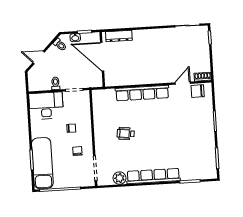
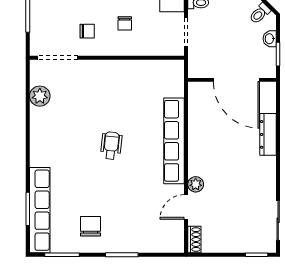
dresser: (119, 36) -> (268, 134), moved
door: (102, 57) -> (236, 80), swing flipped
plant: (168, 78) -> (196, 184), added
door: (183, 83) -> (186, 207), swing flipped
chair: (198, 91) -> (91, 226), moved
wheelchair: (126, 134) -> (111, 146), moved
row of seats: (153, 176) -> (40, 210), moved

